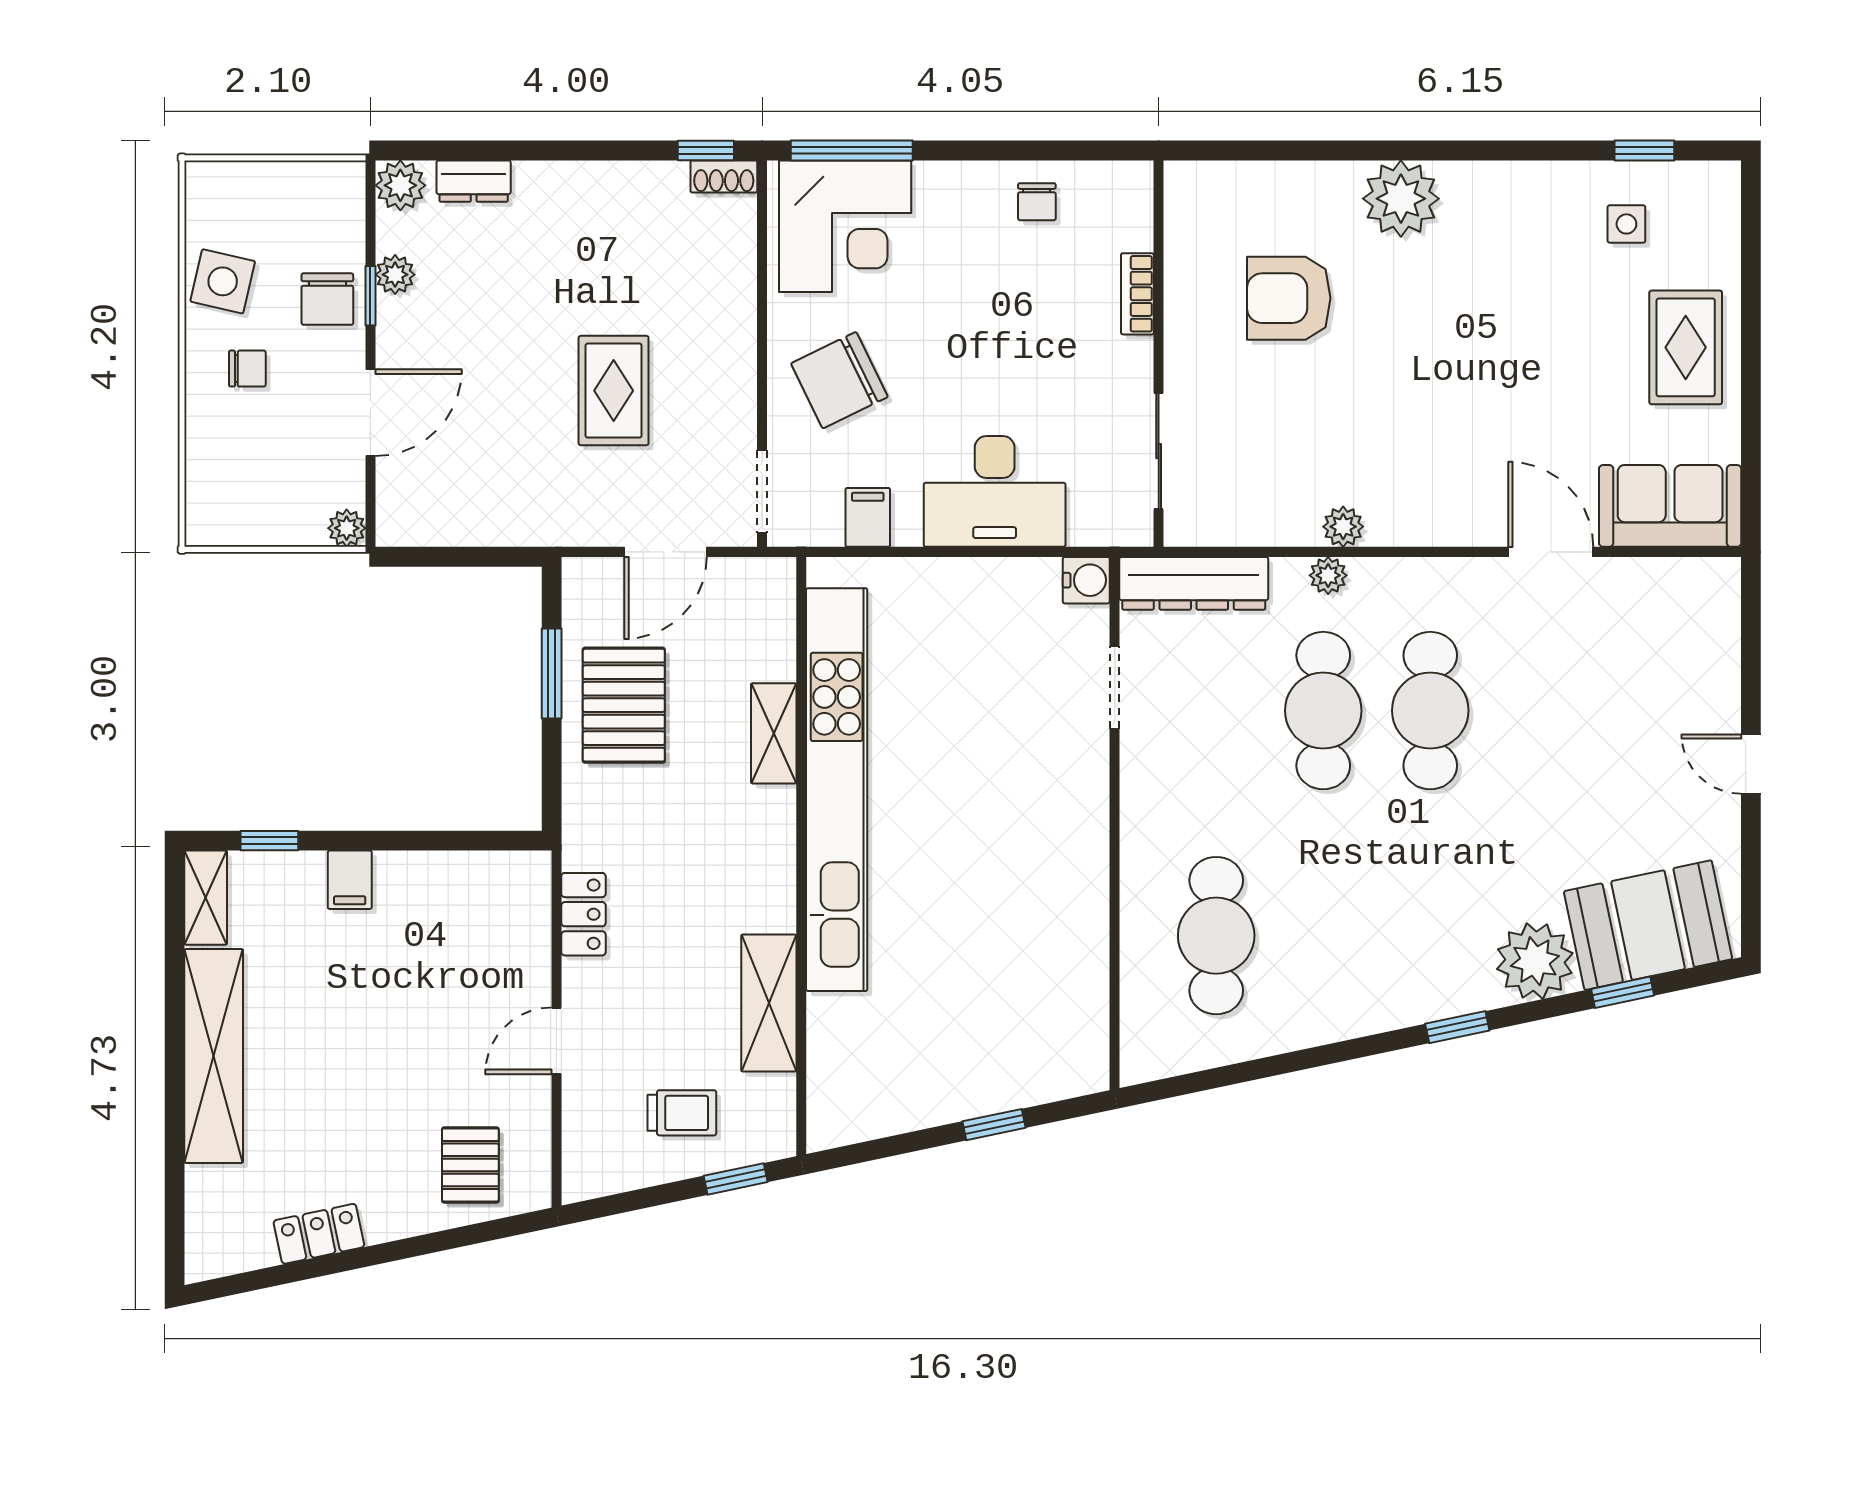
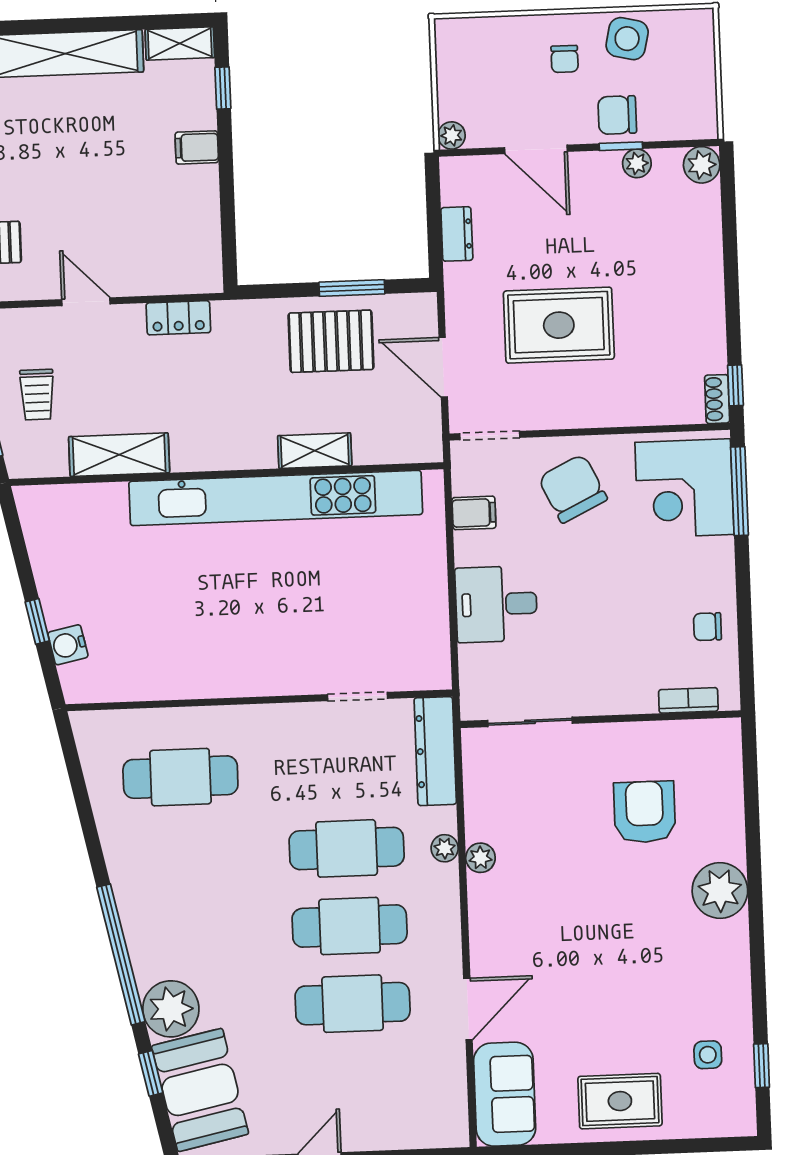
dresser: (474, 181) -> (457, 234), moved, turned 180
bookcase: (1137, 294) -> (688, 700), moved
rug: (614, 391) -> (559, 325), width x1.36, depth x1.43
desk: (995, 491) -> (496, 604), width x0.73
water cooler: (1086, 580) -> (68, 645), moved, turned 78
cafe table: (1537, 711) -> (353, 1004), added
window: (1457, 1027) -> (121, 954), width x3.17

